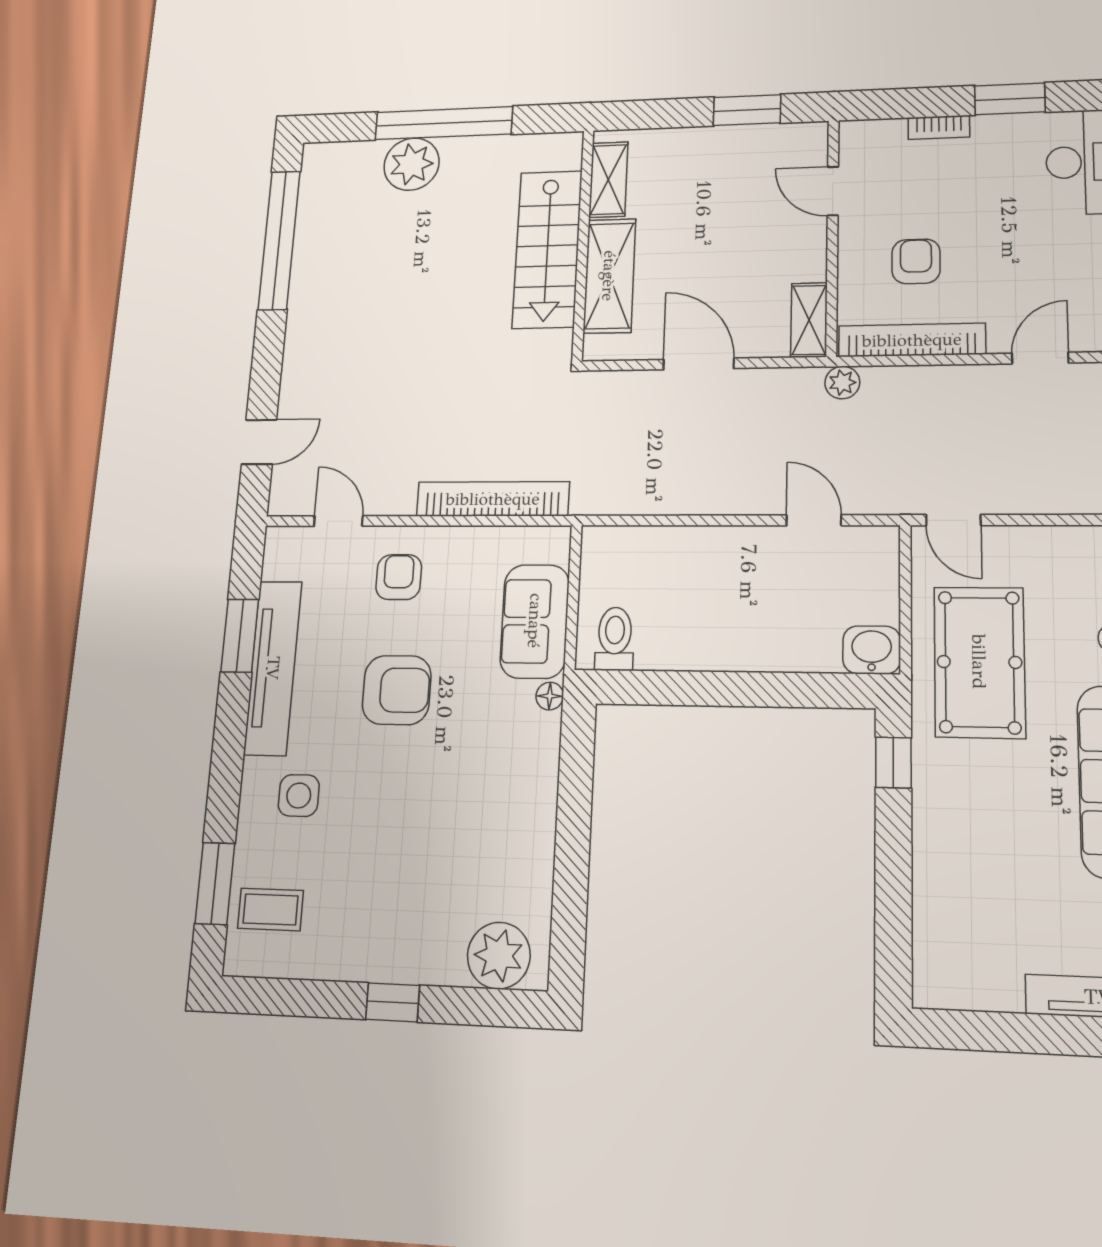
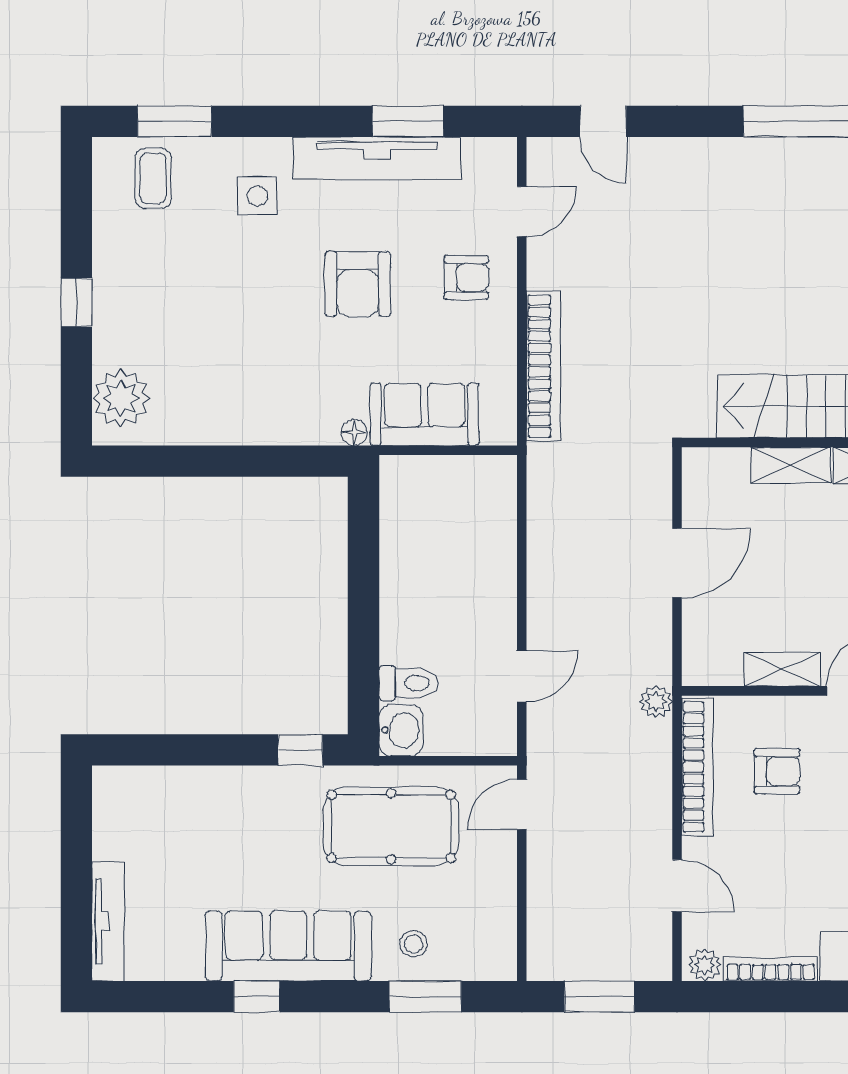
shelving: (609, 276) -> (790, 465), width x0.67, depth x0.75
shelving: (809, 320) -> (782, 669), moved
toilet: (615, 639) -> (409, 683), moved

